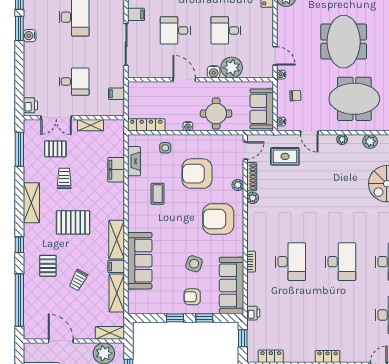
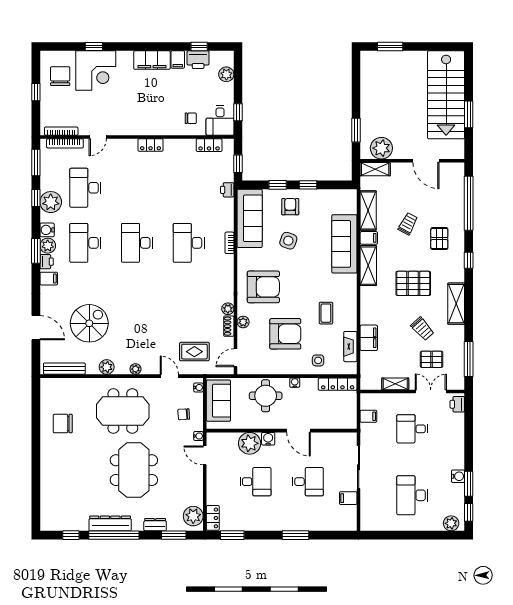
shoe rack: (252, 177) -> (229, 326), width x0.70
trolley: (64, 178) -> (422, 329), turned -42
armchair: (192, 297) -> (290, 207), turned -90

